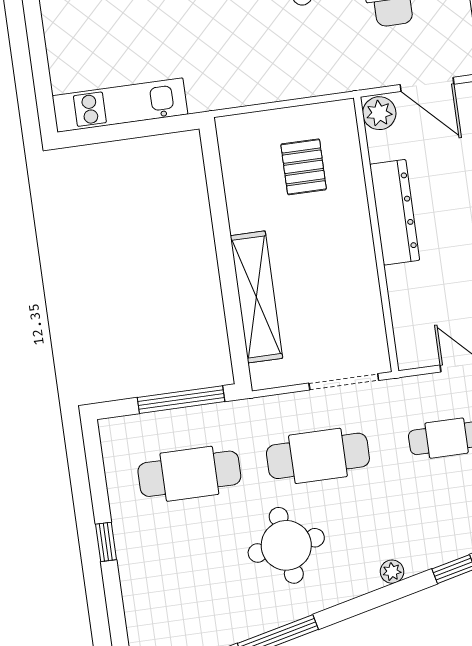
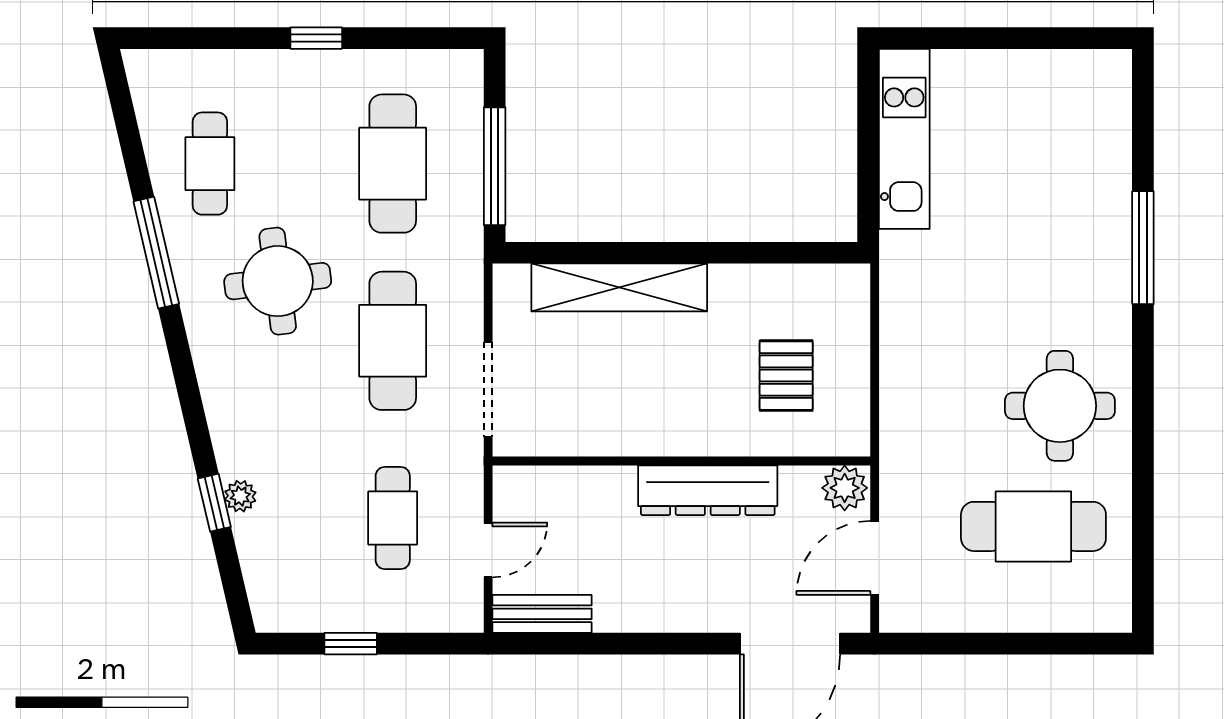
pallet: (304, 167) -> (786, 376), turned 90
plant: (392, 572) -> (240, 496), moved
cafe table: (208, 606) -> (210, 164), added

